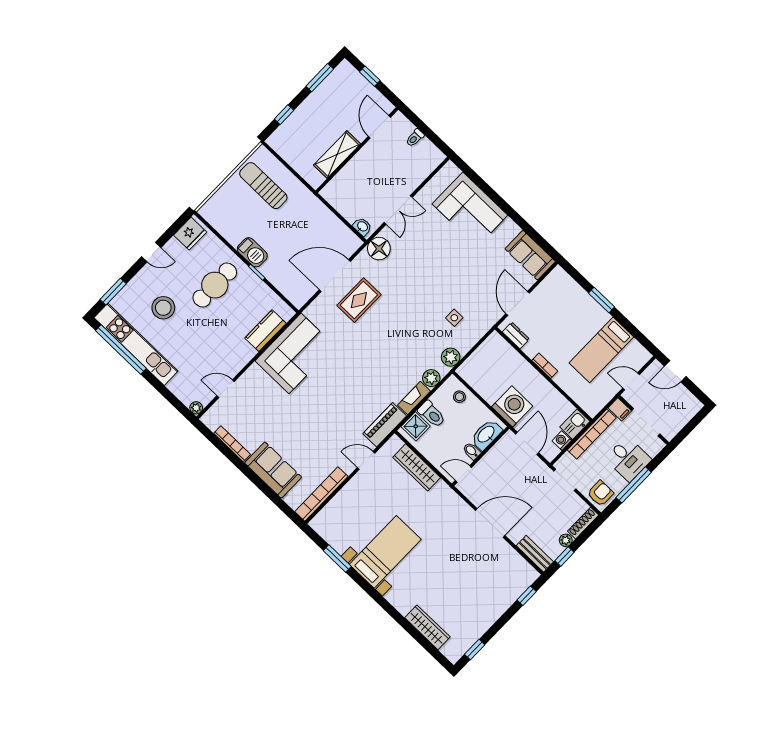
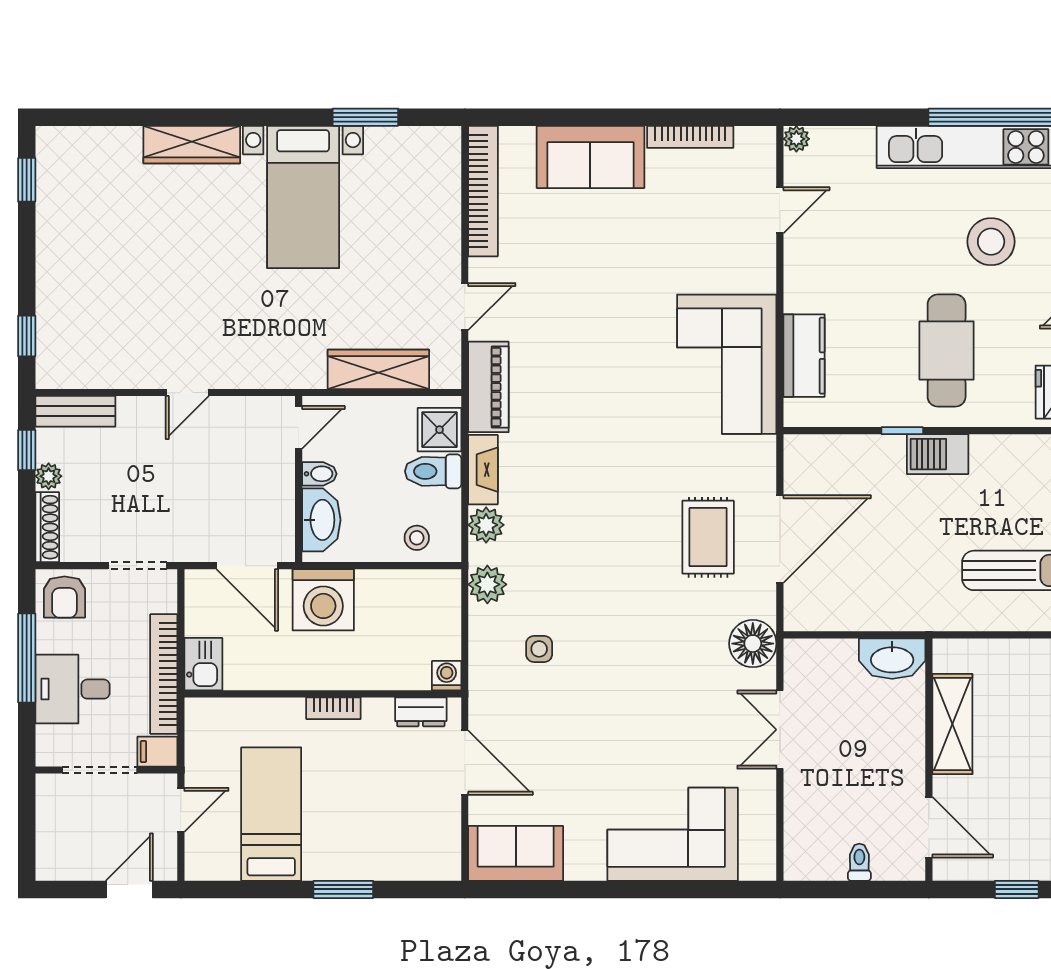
washbasin: (362, 227) -> (892, 659), moved, width x1.91, depth x1.45
washing machine: (562, 441) -> (447, 676), moved, turned -90
door: (490, 523) -> (187, 393), width x0.53
wardrobe: (427, 627) -> (192, 145), moved

